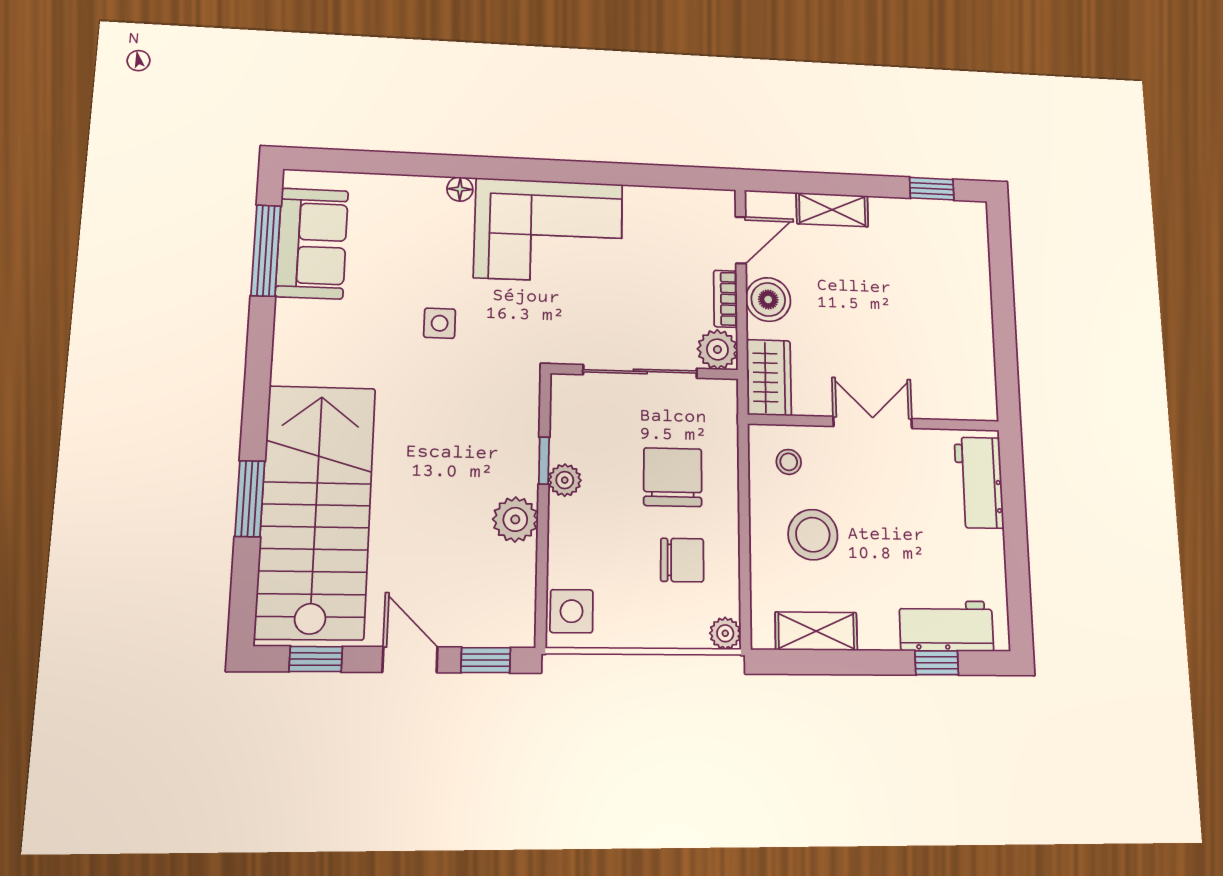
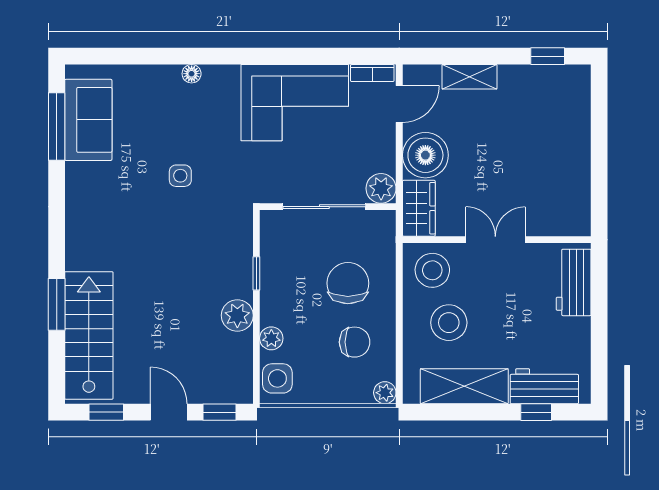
corner sofa: (549, 230) -> (295, 103), moved
bookcase: (726, 299) -> (372, 73), moved, turned -90
boiler: (768, 299) -> (425, 155), width x1.37, depth x1.37
stool: (789, 462) -> (432, 270), width x1.89, depth x1.89
plant: (565, 480) -> (271, 338), moved
stairs: (316, 511) -> (89, 335), width x0.73, depth x0.66
shelving: (816, 631) -> (464, 386), width x1.50, depth x1.33

